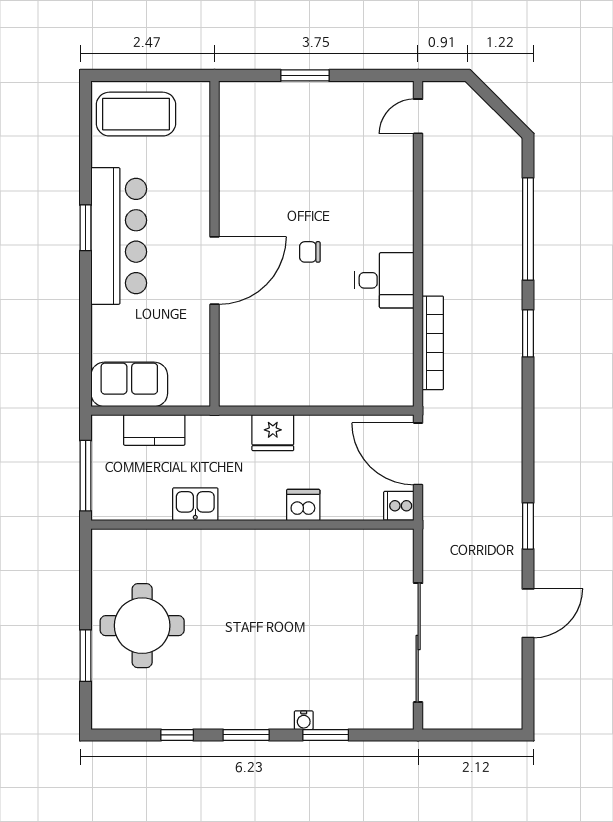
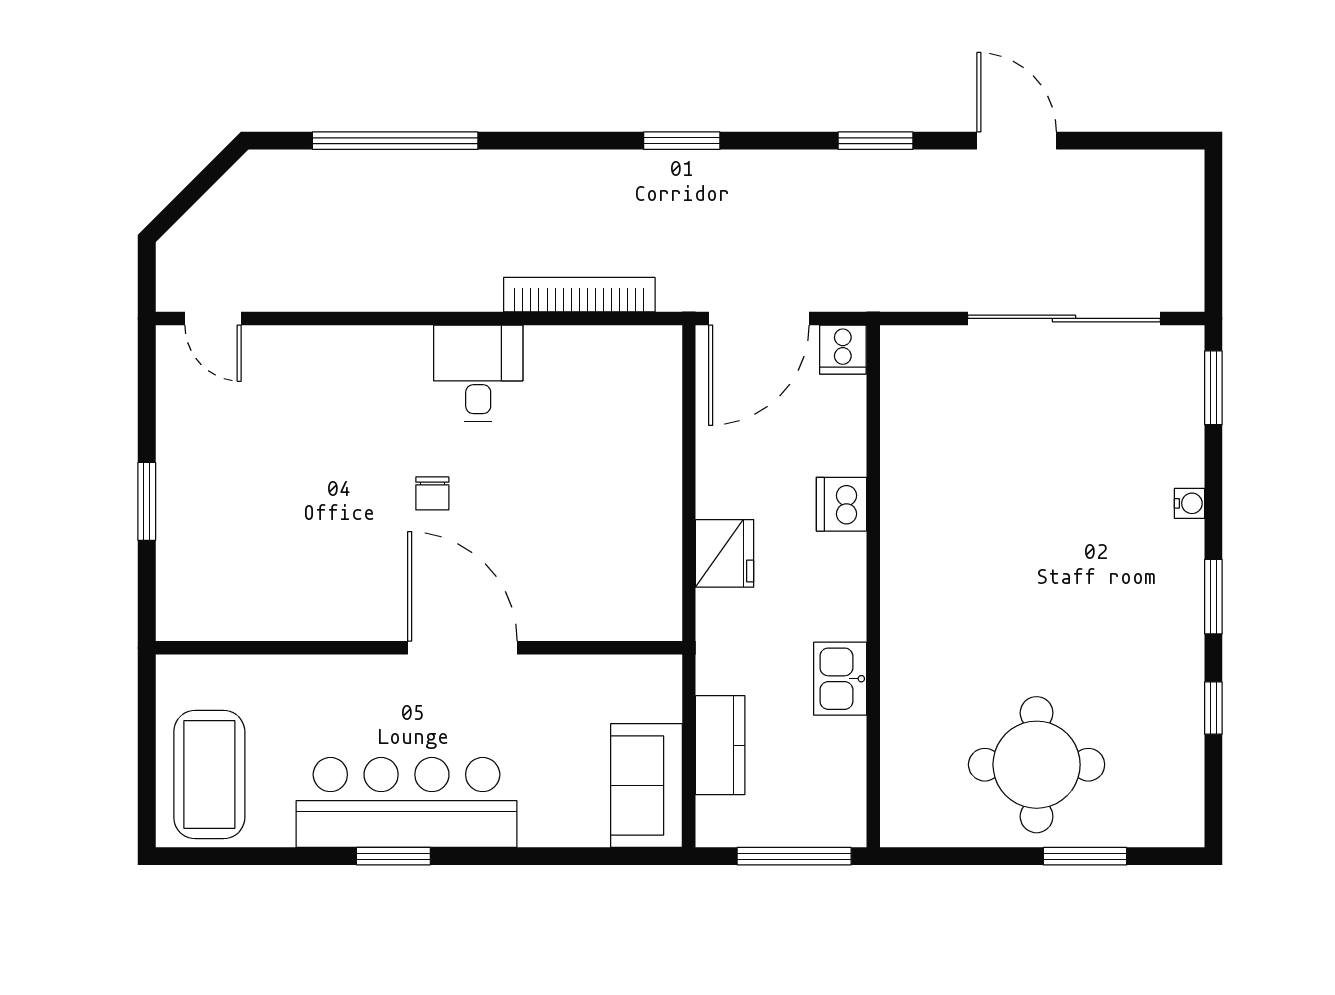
window: (528, 333) -> (682, 141), moved
window: (326, 735) -> (1213, 388), moved

